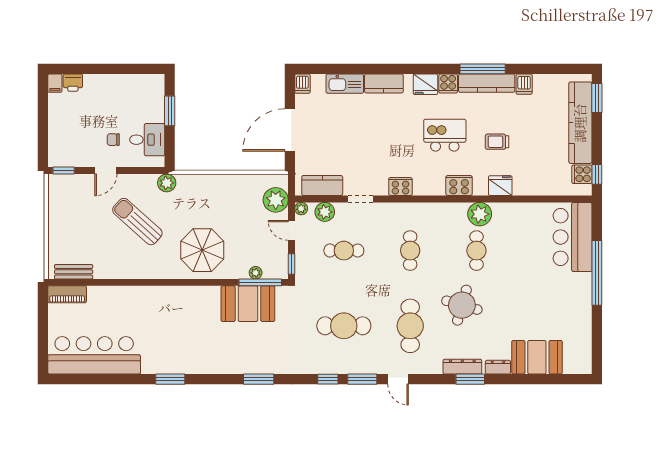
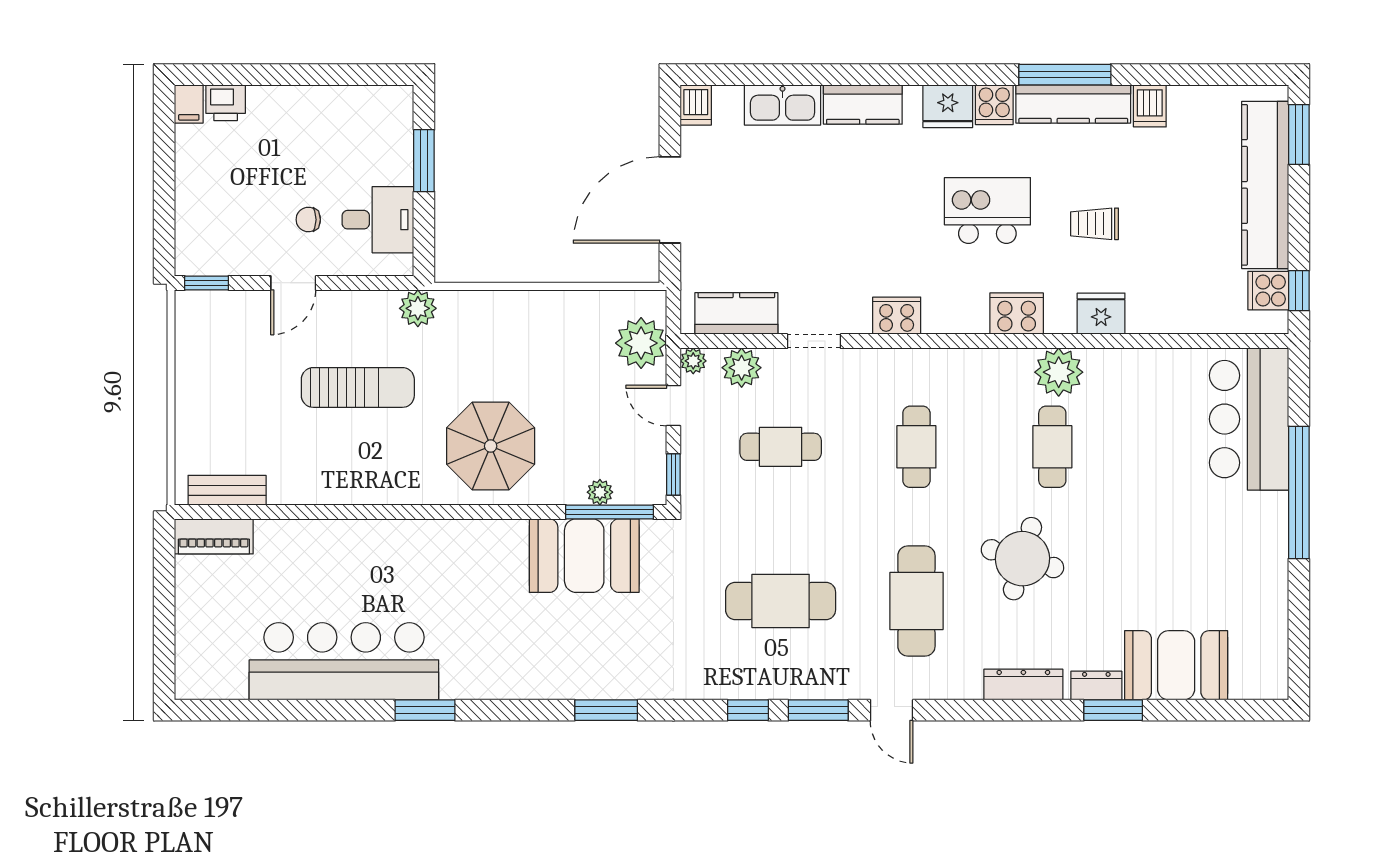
sun lounger: (137, 222) -> (358, 387), turned 138
bar counter: (94, 355) -> (344, 661), moved
window: (470, 379) -> (1113, 710), moved

